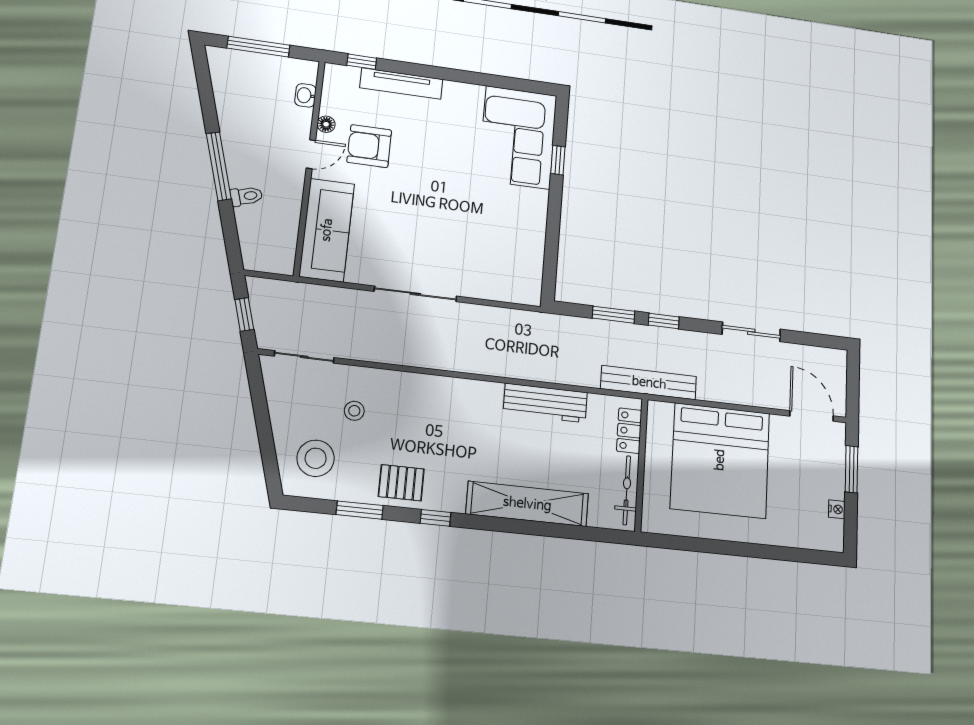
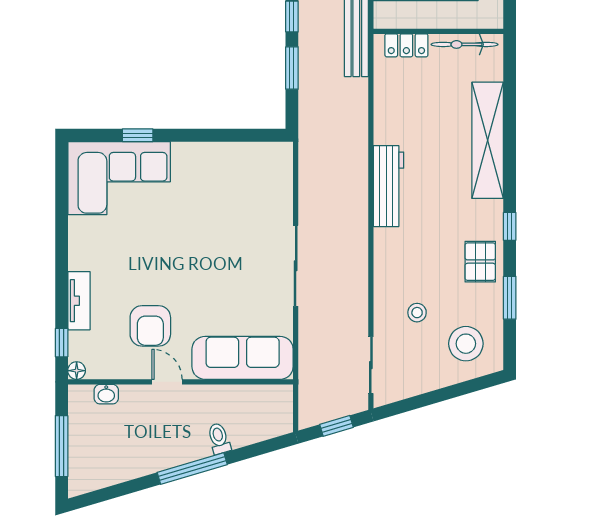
tv unit: (401, 84) -> (79, 301), width x0.71
floor lamp: (326, 124) -> (77, 371), moved
workbench: (545, 403) -> (388, 186), moved

